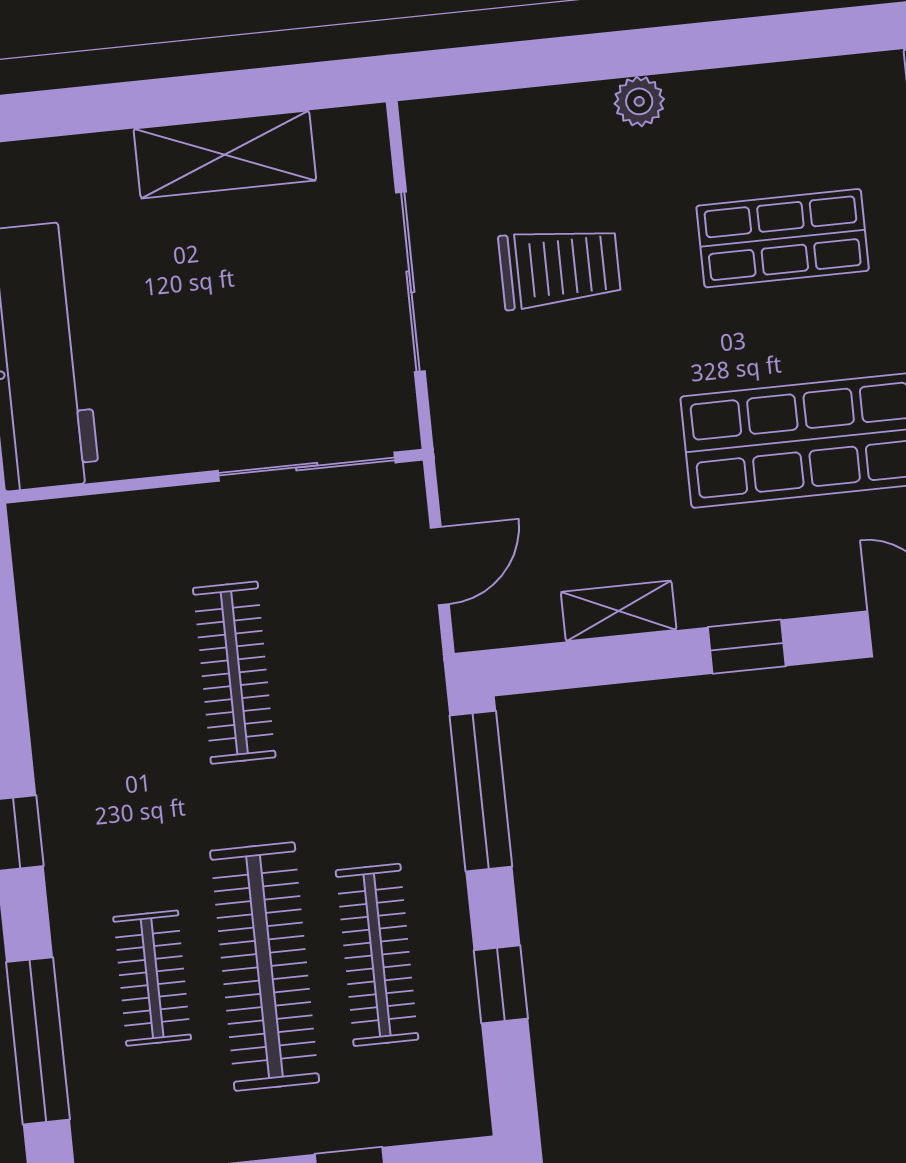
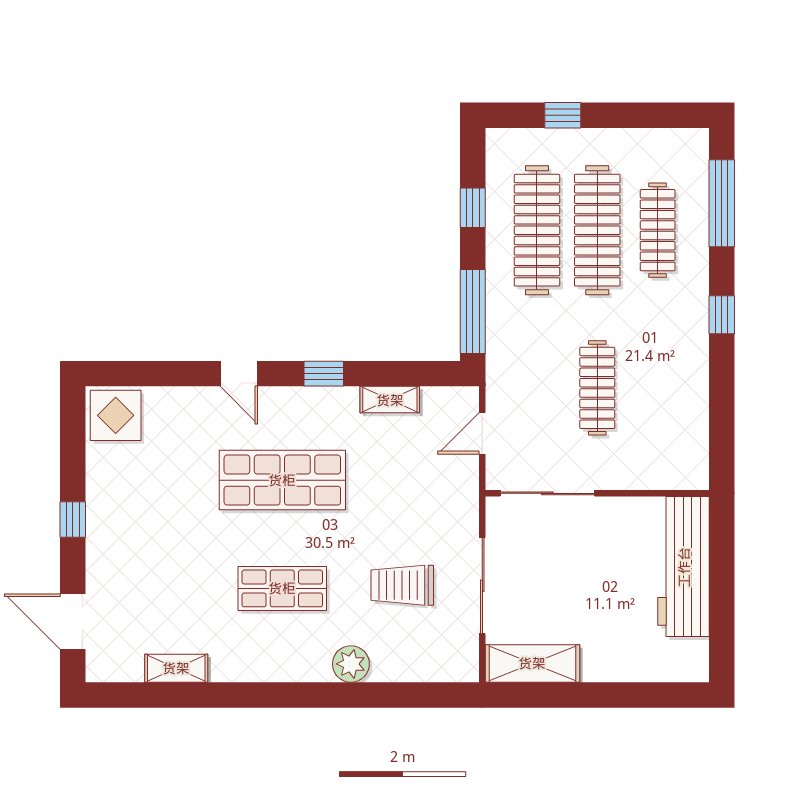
plant: (639, 101) -> (351, 664), width x1.38, depth x1.38
shelving: (225, 155) -> (532, 663), moved
clothes rail: (377, 955) -> (537, 230), width x1.37, depth x1.31
clothes rail: (152, 978) -> (658, 230), width x1.36

